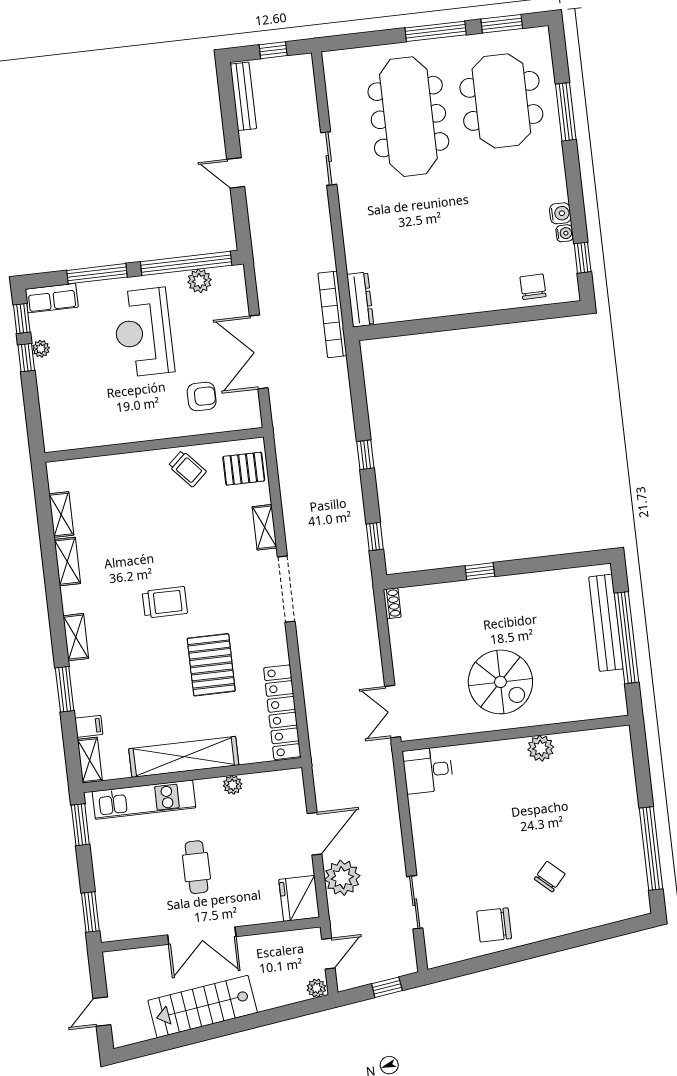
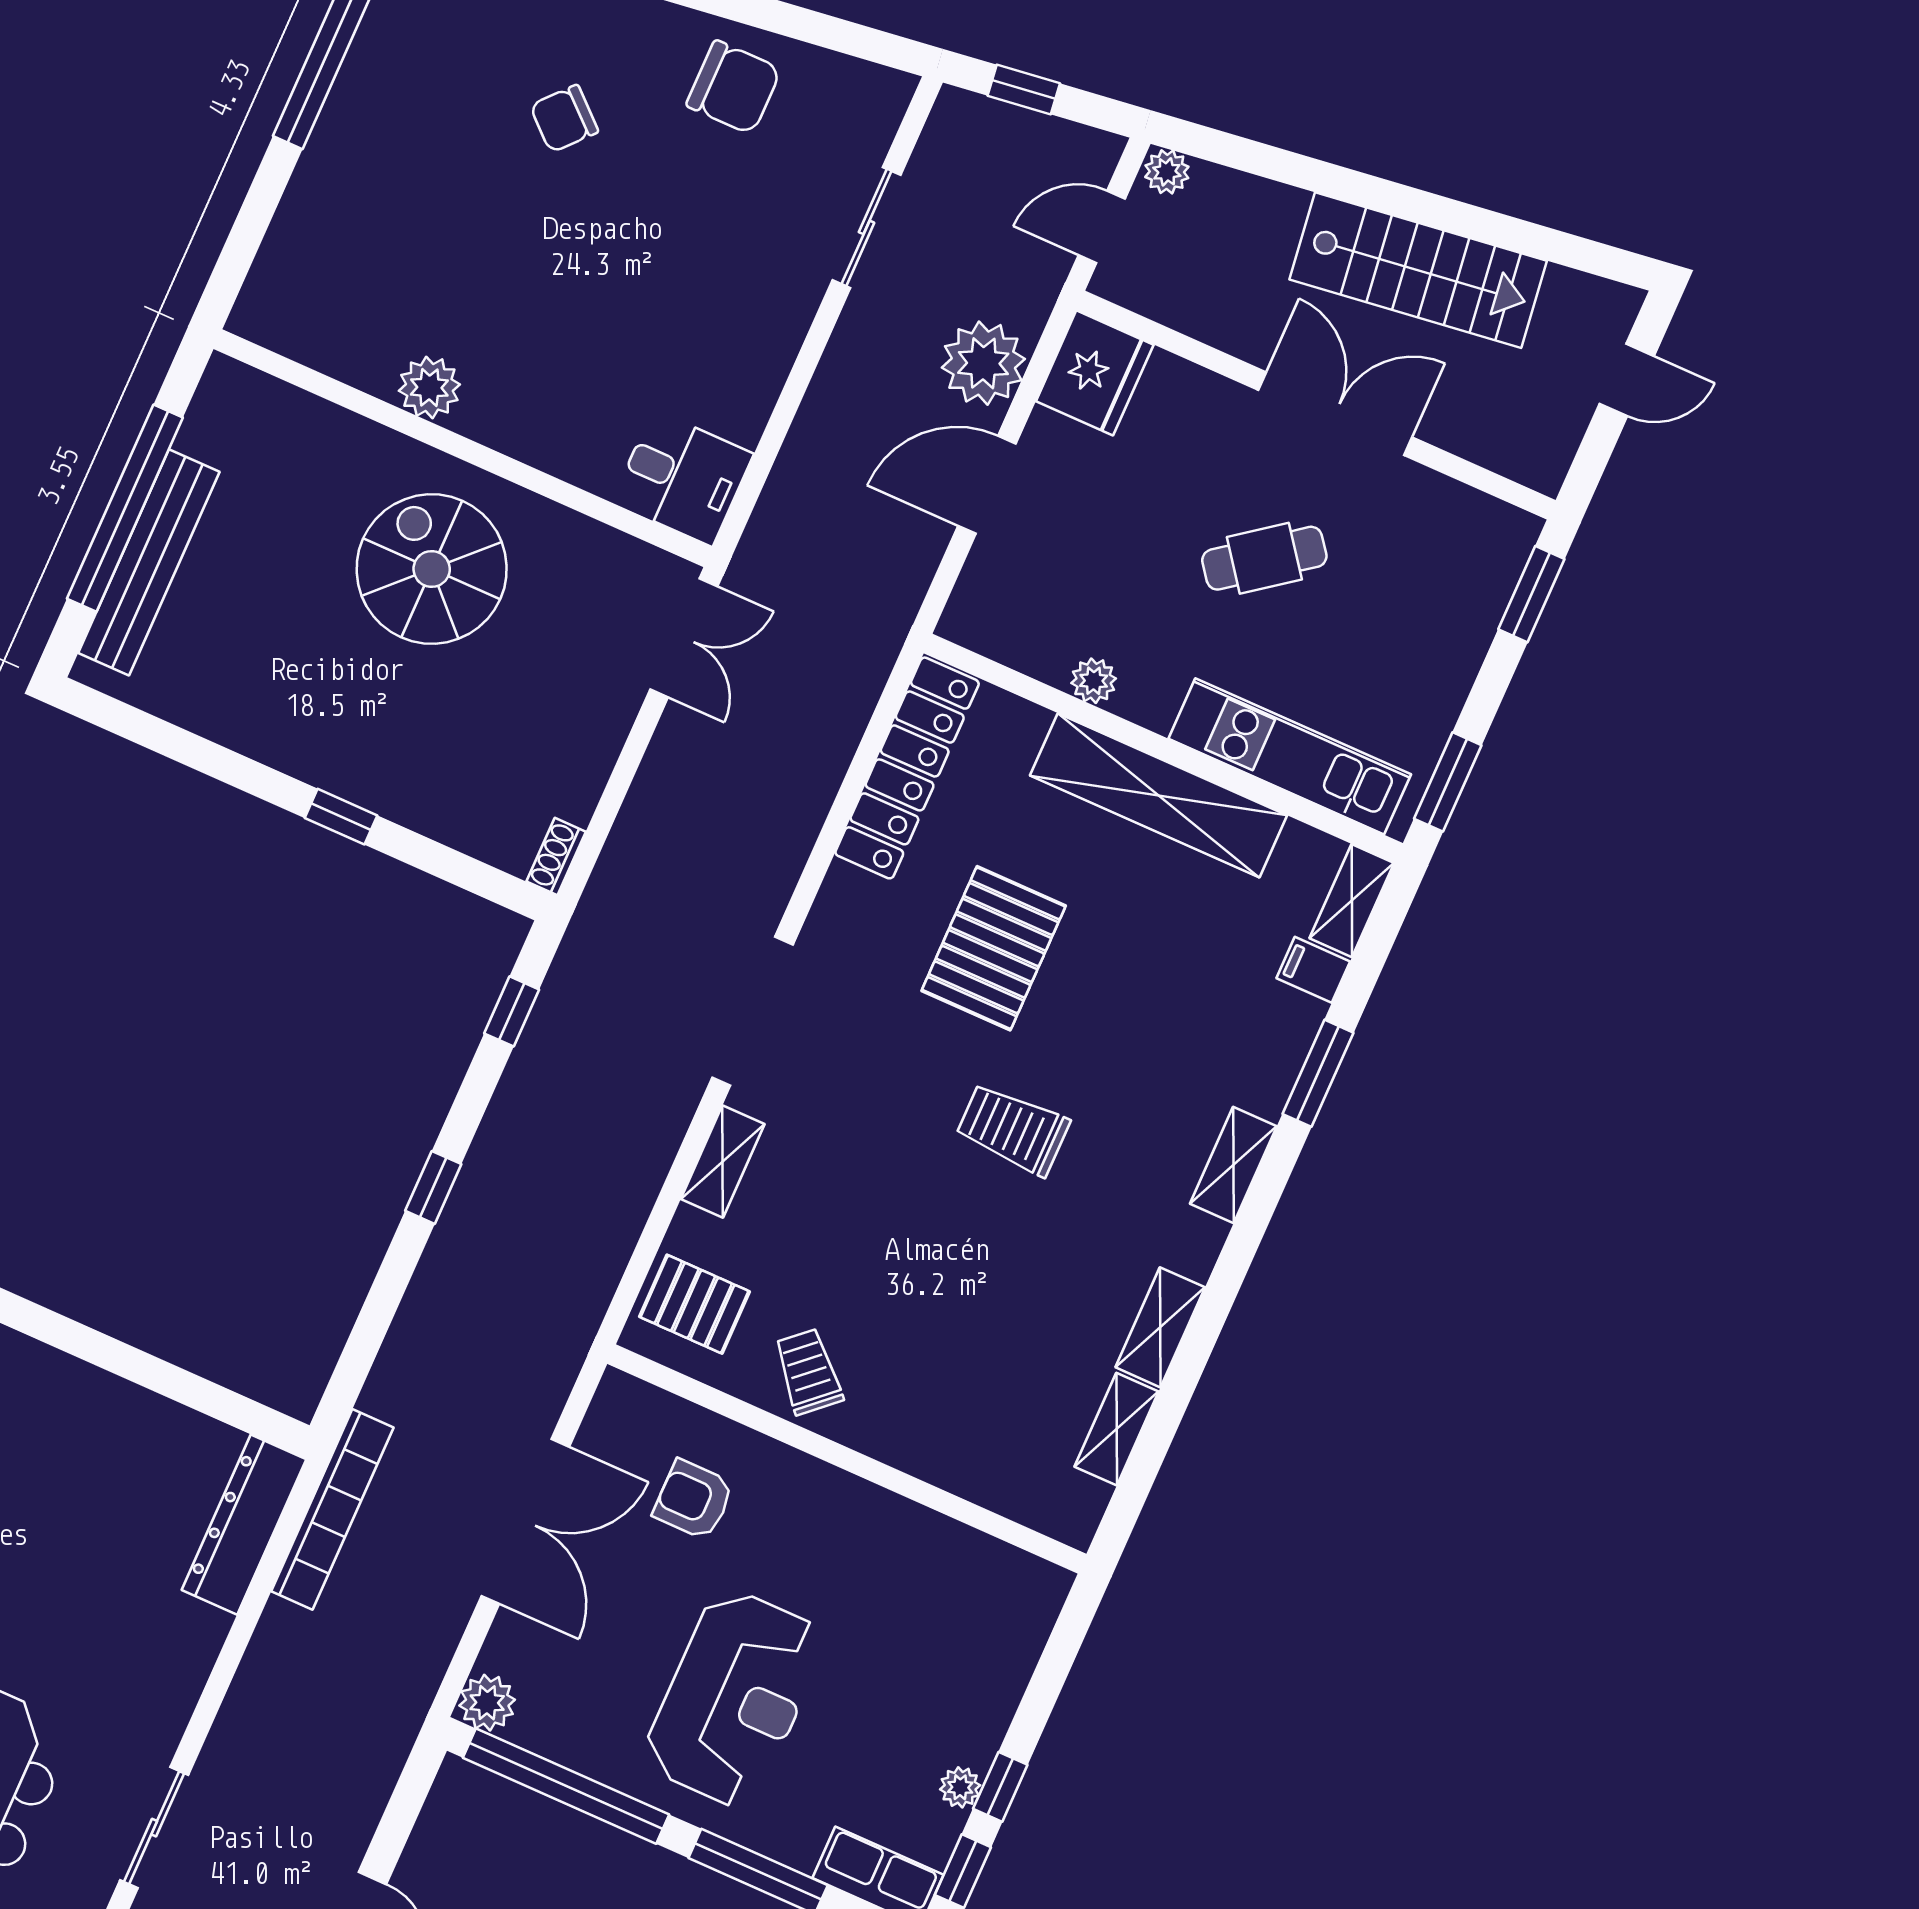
plant: (200, 281) -> (487, 1703), moved
dresser: (360, 300) -> (244, 1525), width x1.37, depth x1.24
cafe table: (196, 867) -> (1264, 558), turned 53

